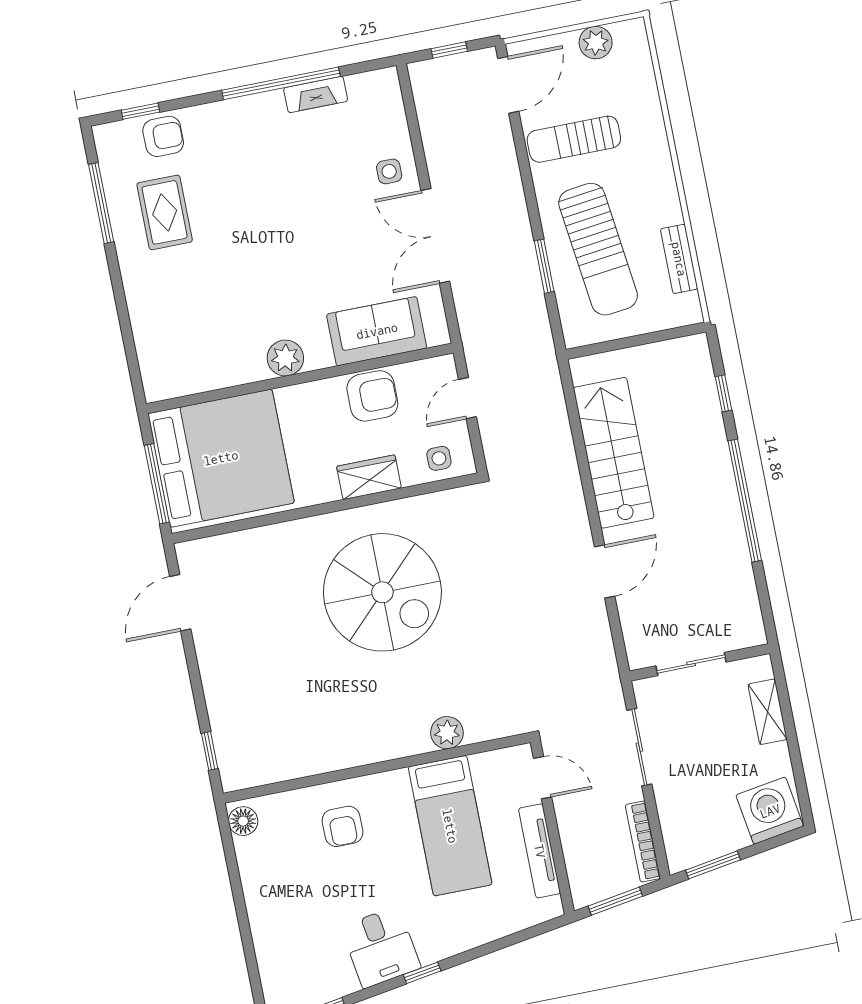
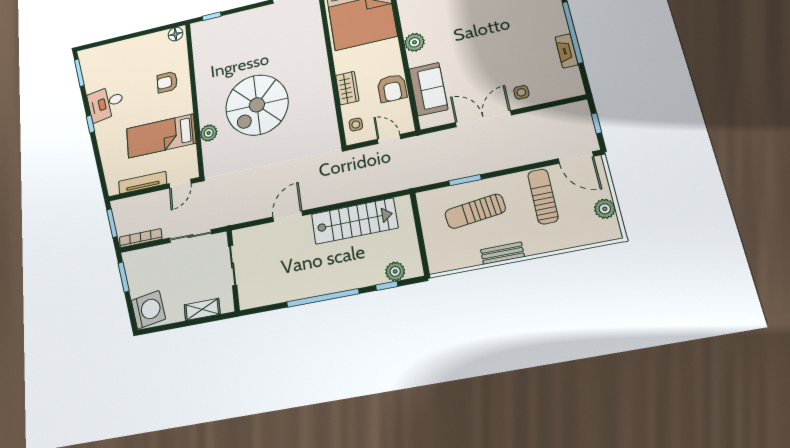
sun lounger: (598, 249) -> (475, 211), width x0.73, depth x0.75
bench: (679, 259) -> (502, 253), moved
plant: (700, 380) -> (395, 271), added
door: (605, 571) -> (288, 216), swing flipped
spiral stairs: (382, 592) -> (257, 105), moved

